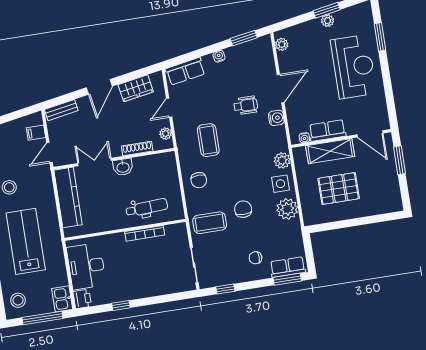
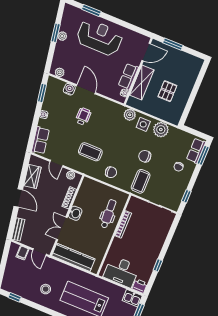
water cooler: (276, 118) -> (69, 89), moved
pallet: (339, 189) -> (167, 91), width x0.67, depth x0.71

